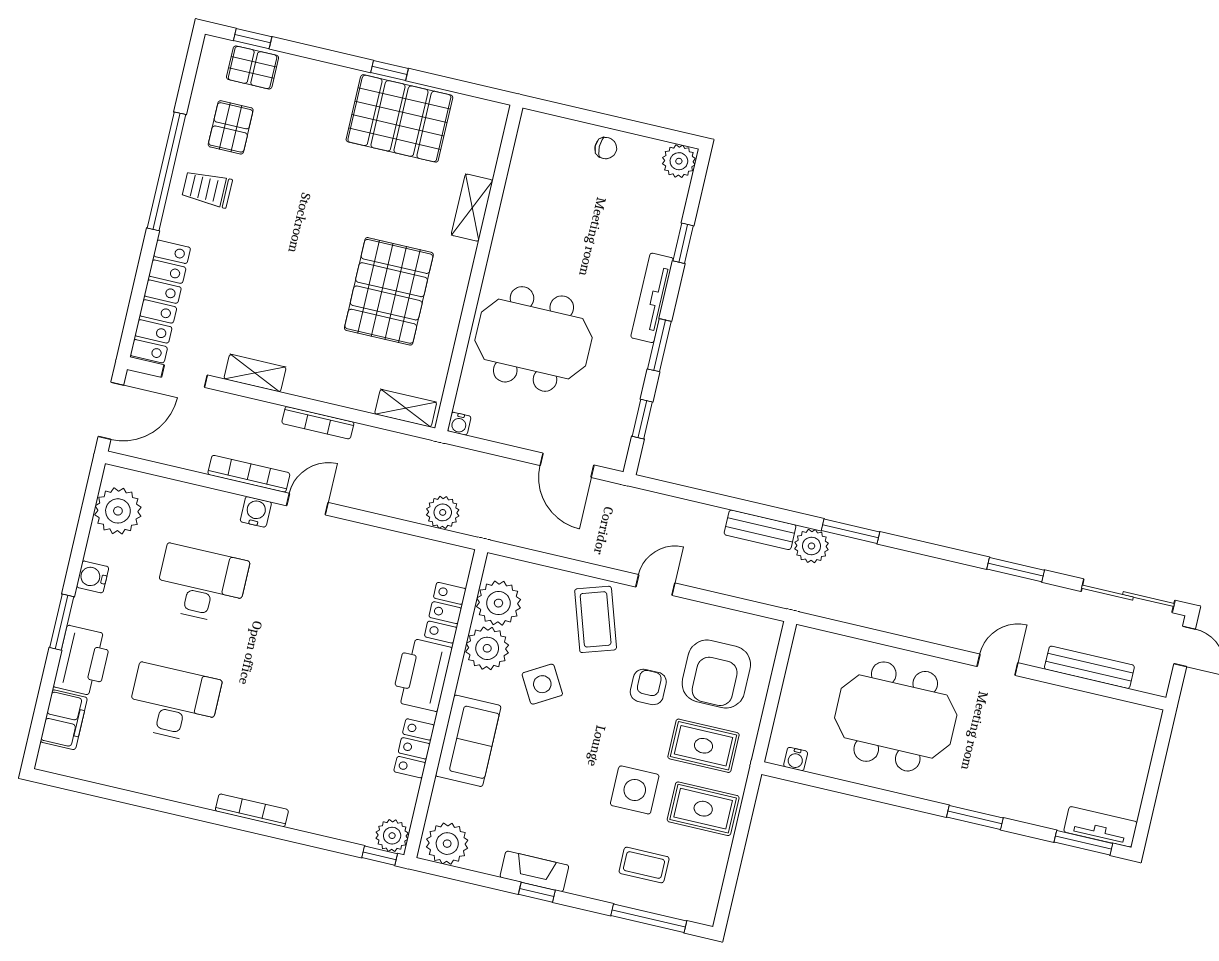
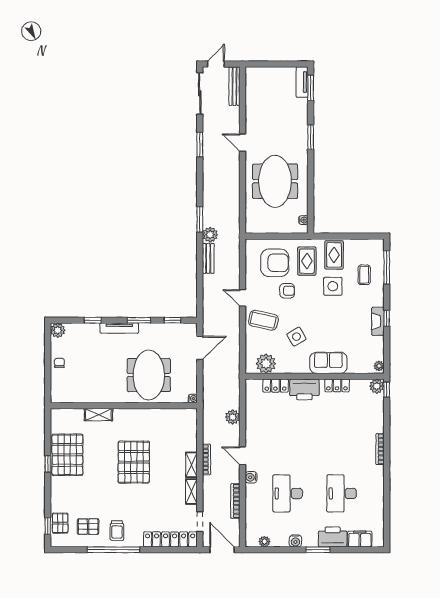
pallet: (389, 291) -> (134, 462), moved, turned 90
shelving: (406, 408) -> (191, 465), moved
bookcase: (249, 474) -> (235, 501), moved
plant: (118, 511) -> (264, 542), width x0.53, depth x0.53
plant: (443, 512) -> (233, 417), moved
coffee table: (596, 619) -> (263, 320), turned 30
plant: (487, 648) -> (287, 364), removed
bench: (1089, 667) -> (234, 86), moved
armchair: (648, 687) -> (287, 291), turned 180
plant: (447, 844) -> (379, 366), width x0.53, depth x0.53

